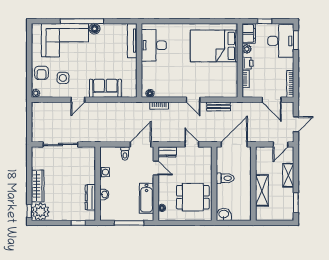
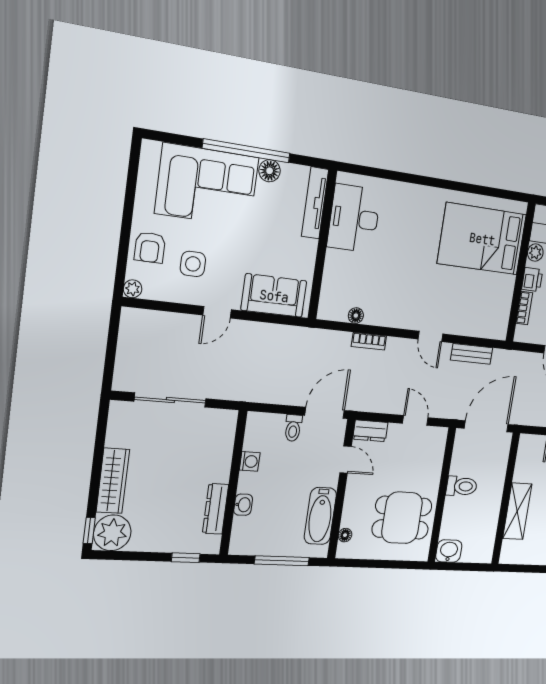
tv unit: (132, 41) -> (315, 203), moved
desk: (154, 45) -> (354, 218), moved
wall: (139, 60) -> (322, 245), moved

